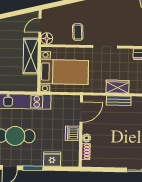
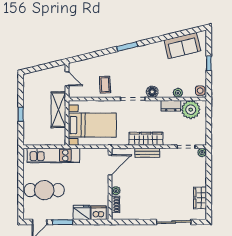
door: (40, 25) -> (67, 79), swing flipped
floor lamp: (47, 38) -> (152, 92), moved
wardrobe: (117, 87) -> (146, 139), width x1.50
dishwasher: (72, 133) -> (99, 213), moved, turned 90

